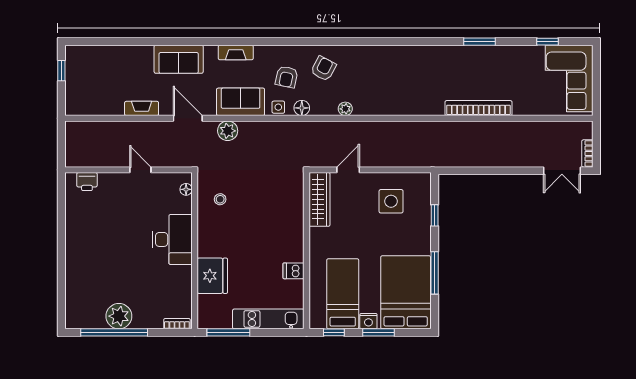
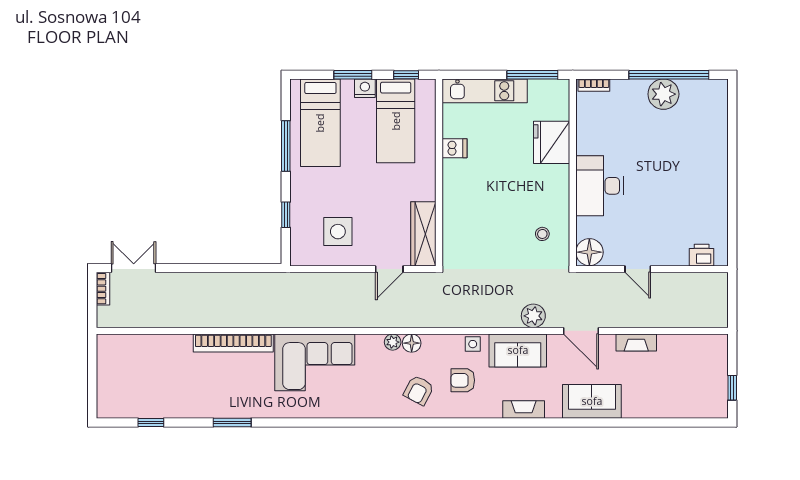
armchair: (287, 77) -> (463, 380), turned -102
corner sofa: (569, 78) -> (315, 362), moved, turned 90
floor lamp: (302, 108) -> (412, 343), moved
floor lamp: (186, 189) -> (589, 252), width x1.89, depth x1.89
bed: (406, 292) -> (320, 123), width x0.67

